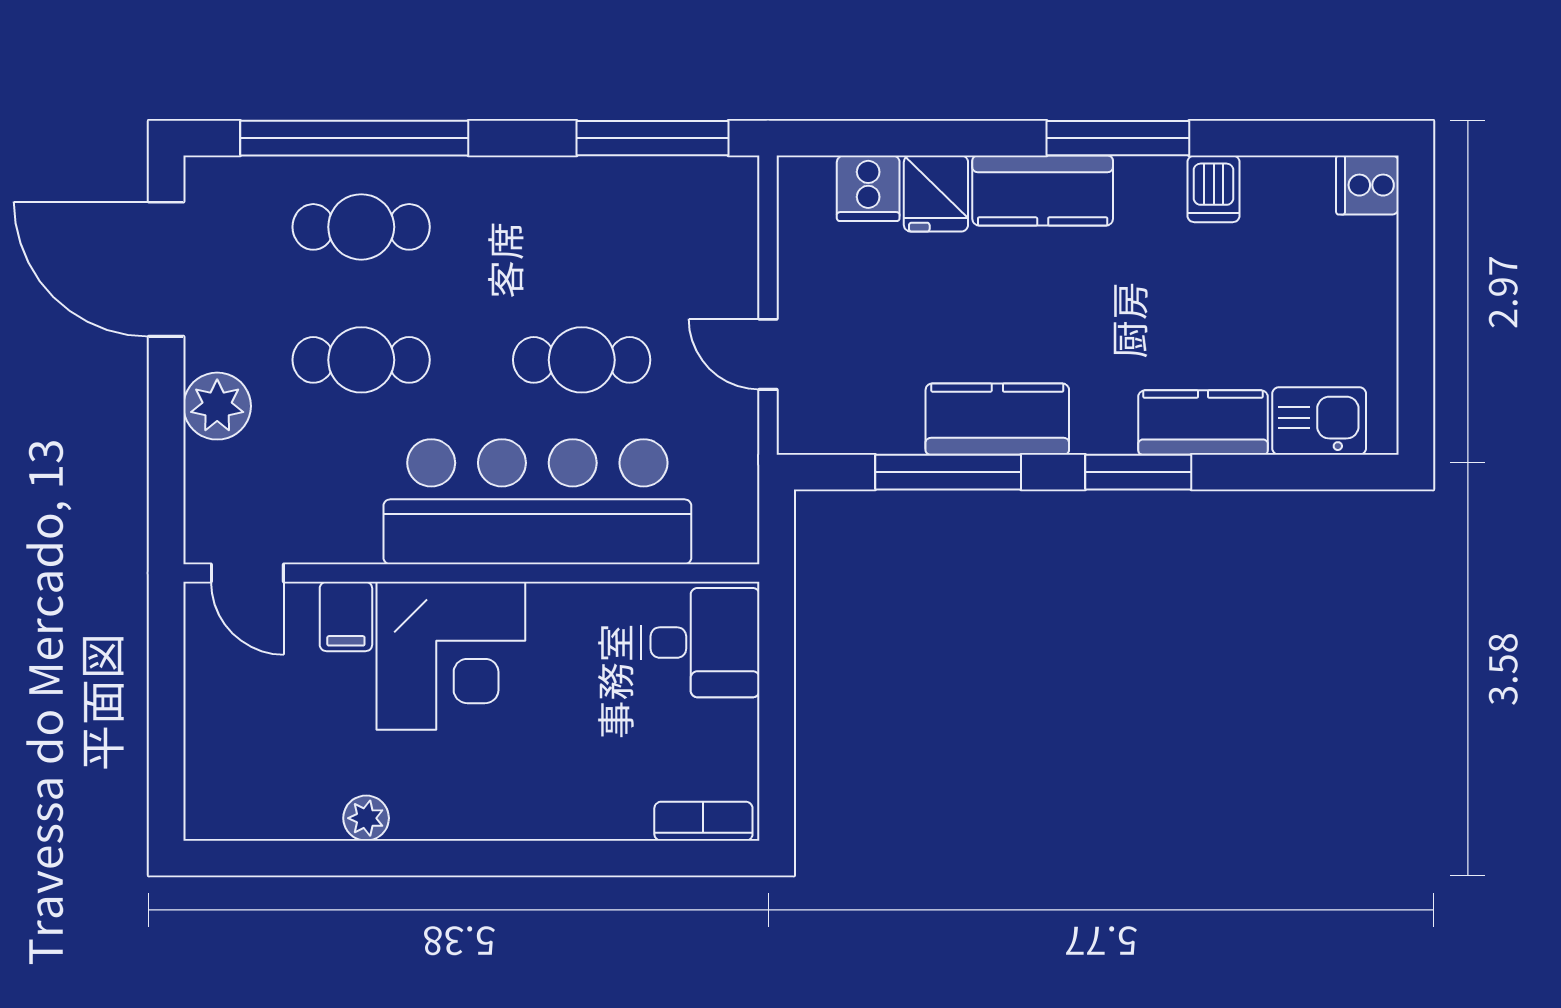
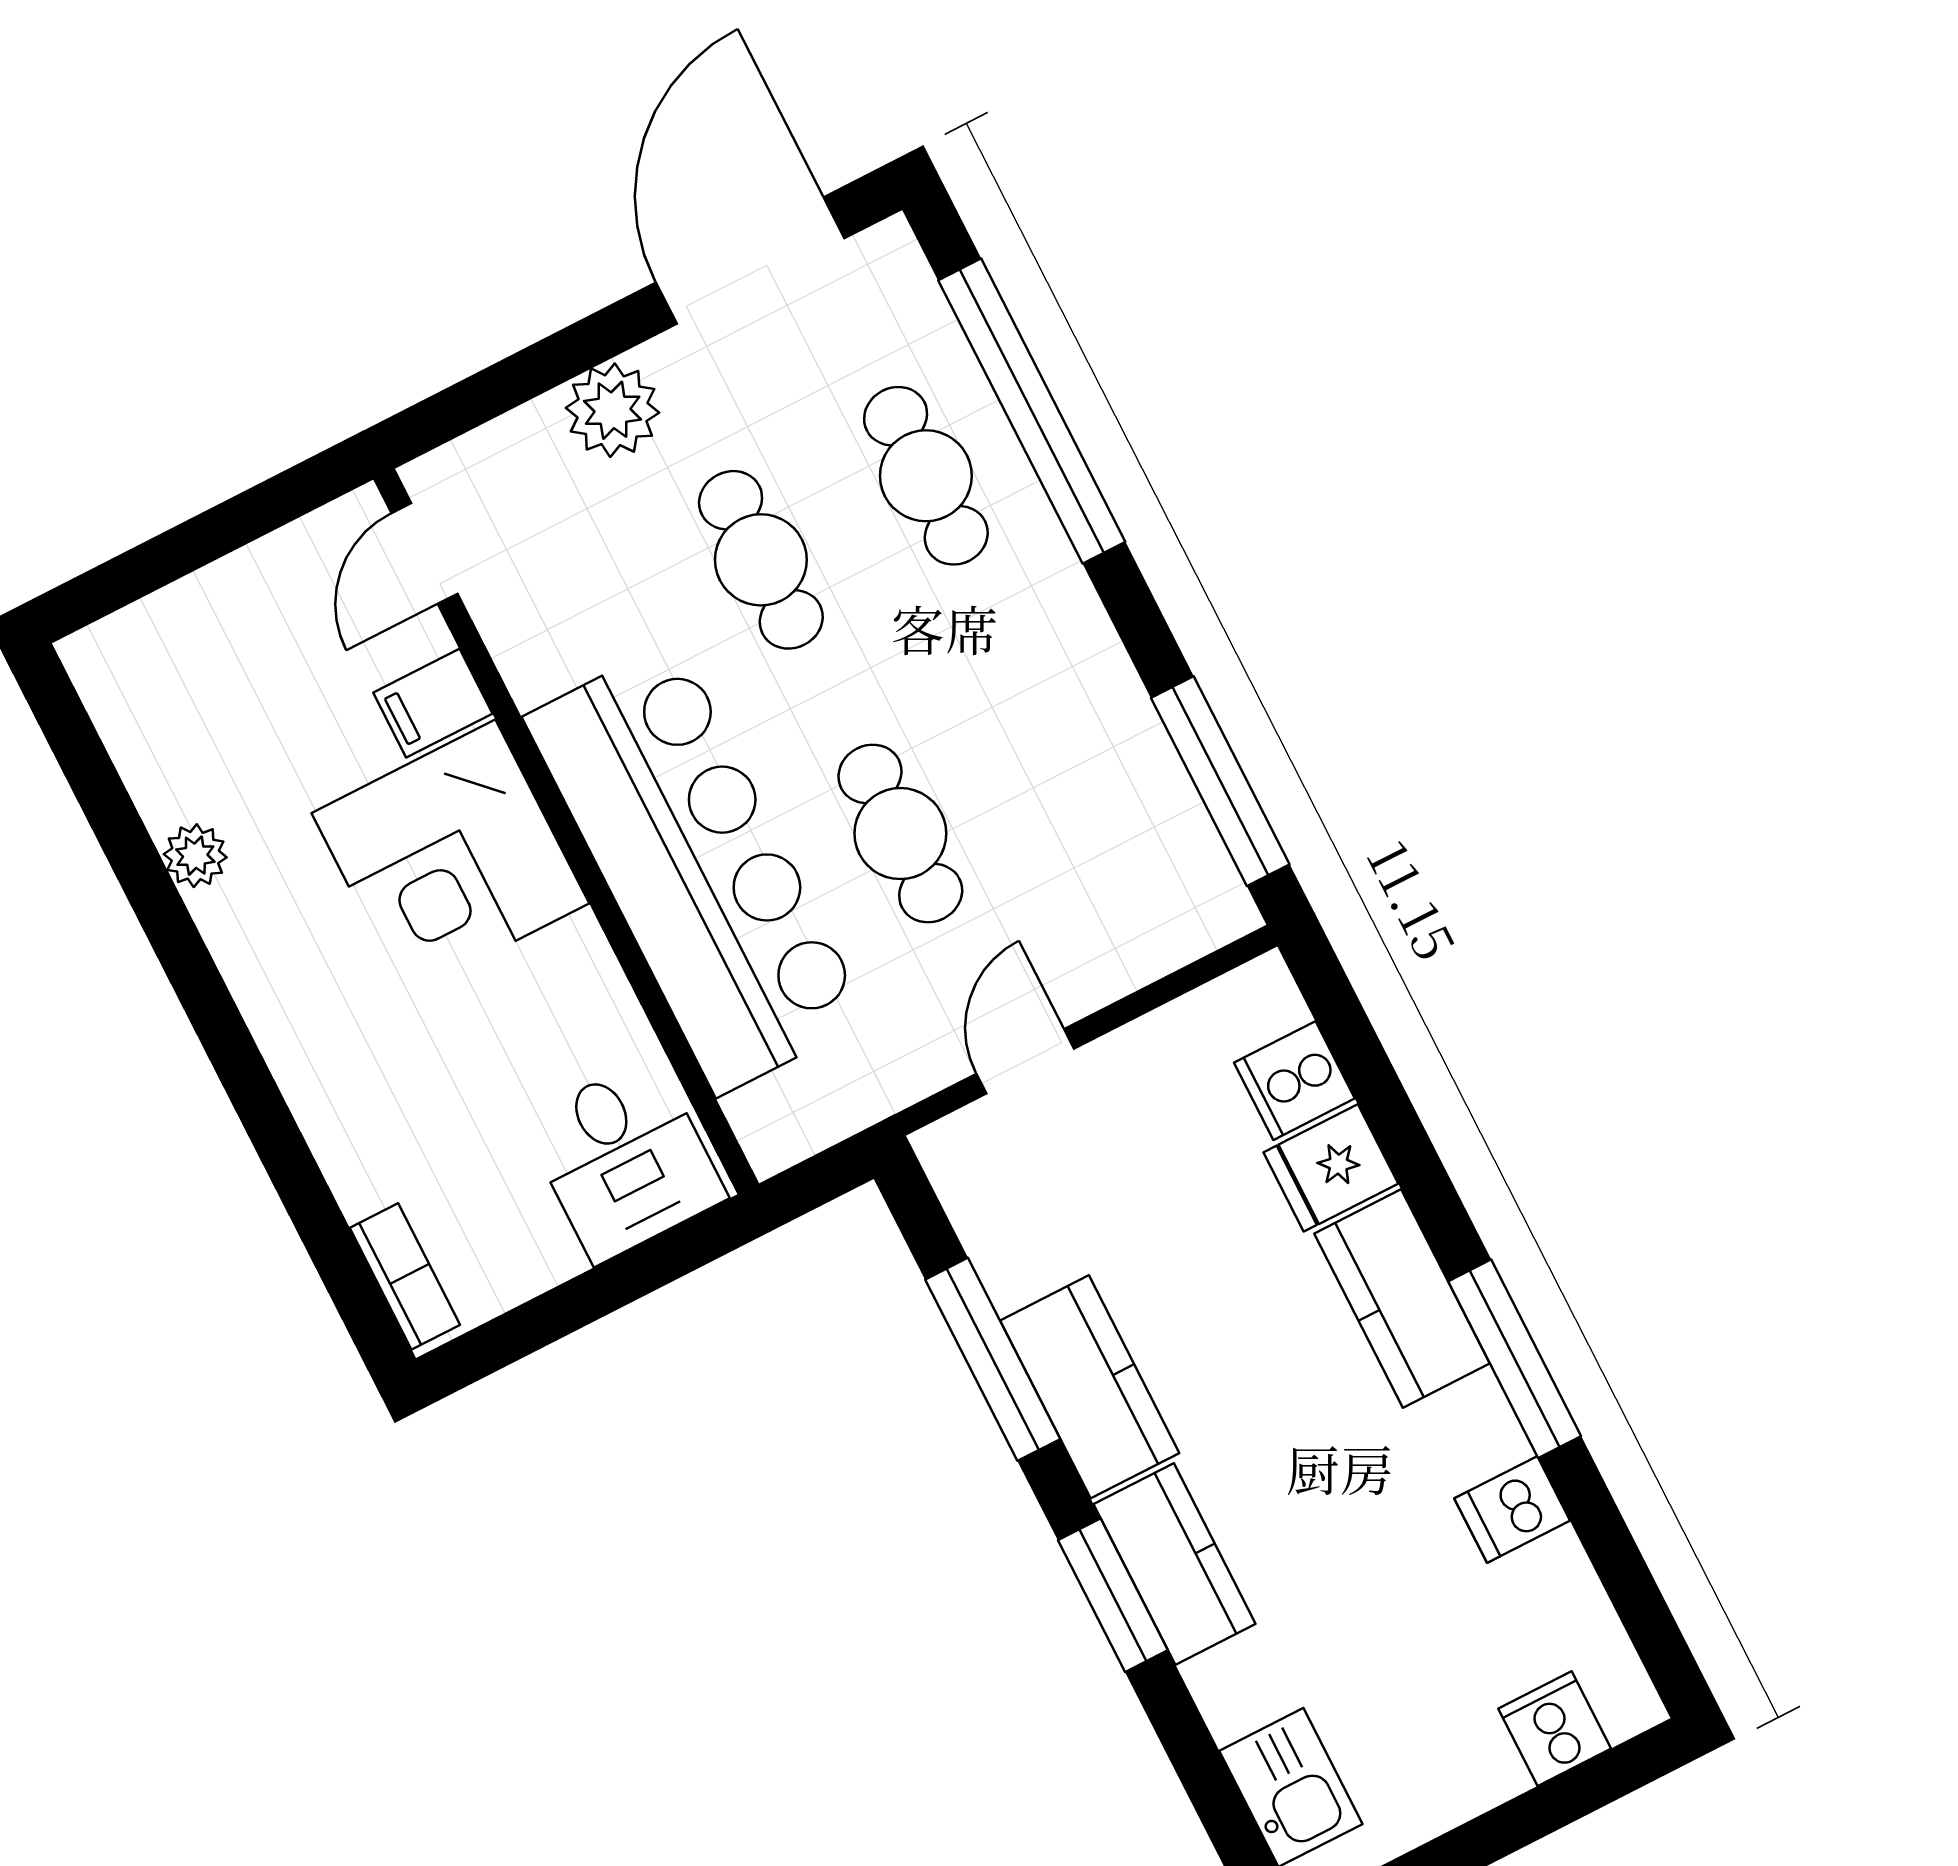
cooker: (1367, 185) -> (1555, 1729), moved
kitchen counter: (1203, 423) -> (1175, 1564), moved

